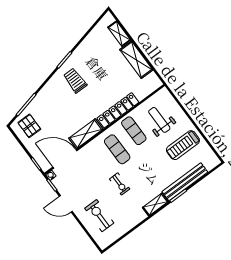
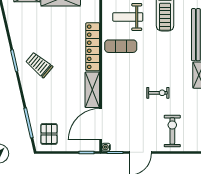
trolley: (75, 80) -> (39, 65), turned 40
pallet: (29, 126) -> (49, 134), turned 90
exercise mat: (117, 149) -> (126, 73), removed
exercise bike: (99, 216) -> (172, 131), turned 90

